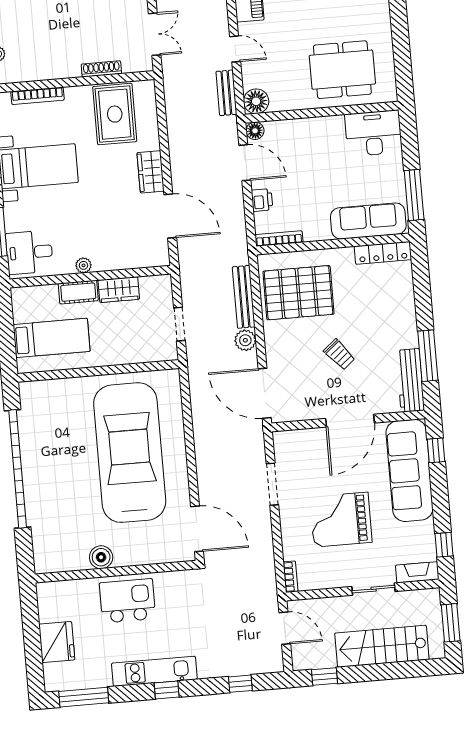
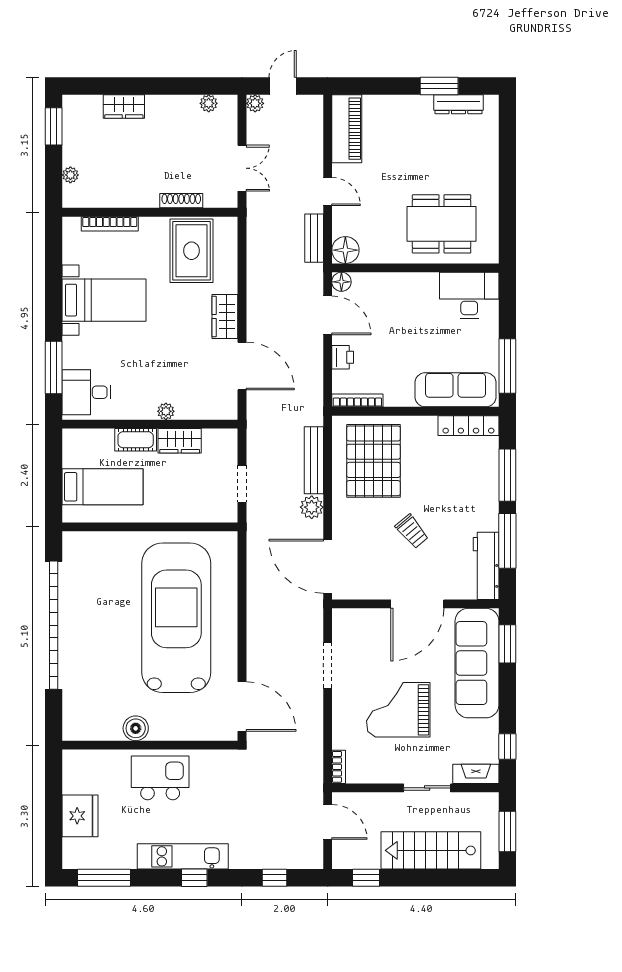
plant: (83, 265) -> (166, 411), moved
pallet: (298, 293) -> (373, 461), turned 90
window: (423, 295) -> (507, 475), added
window: (436, 450) -> (507, 644), width x1.50

